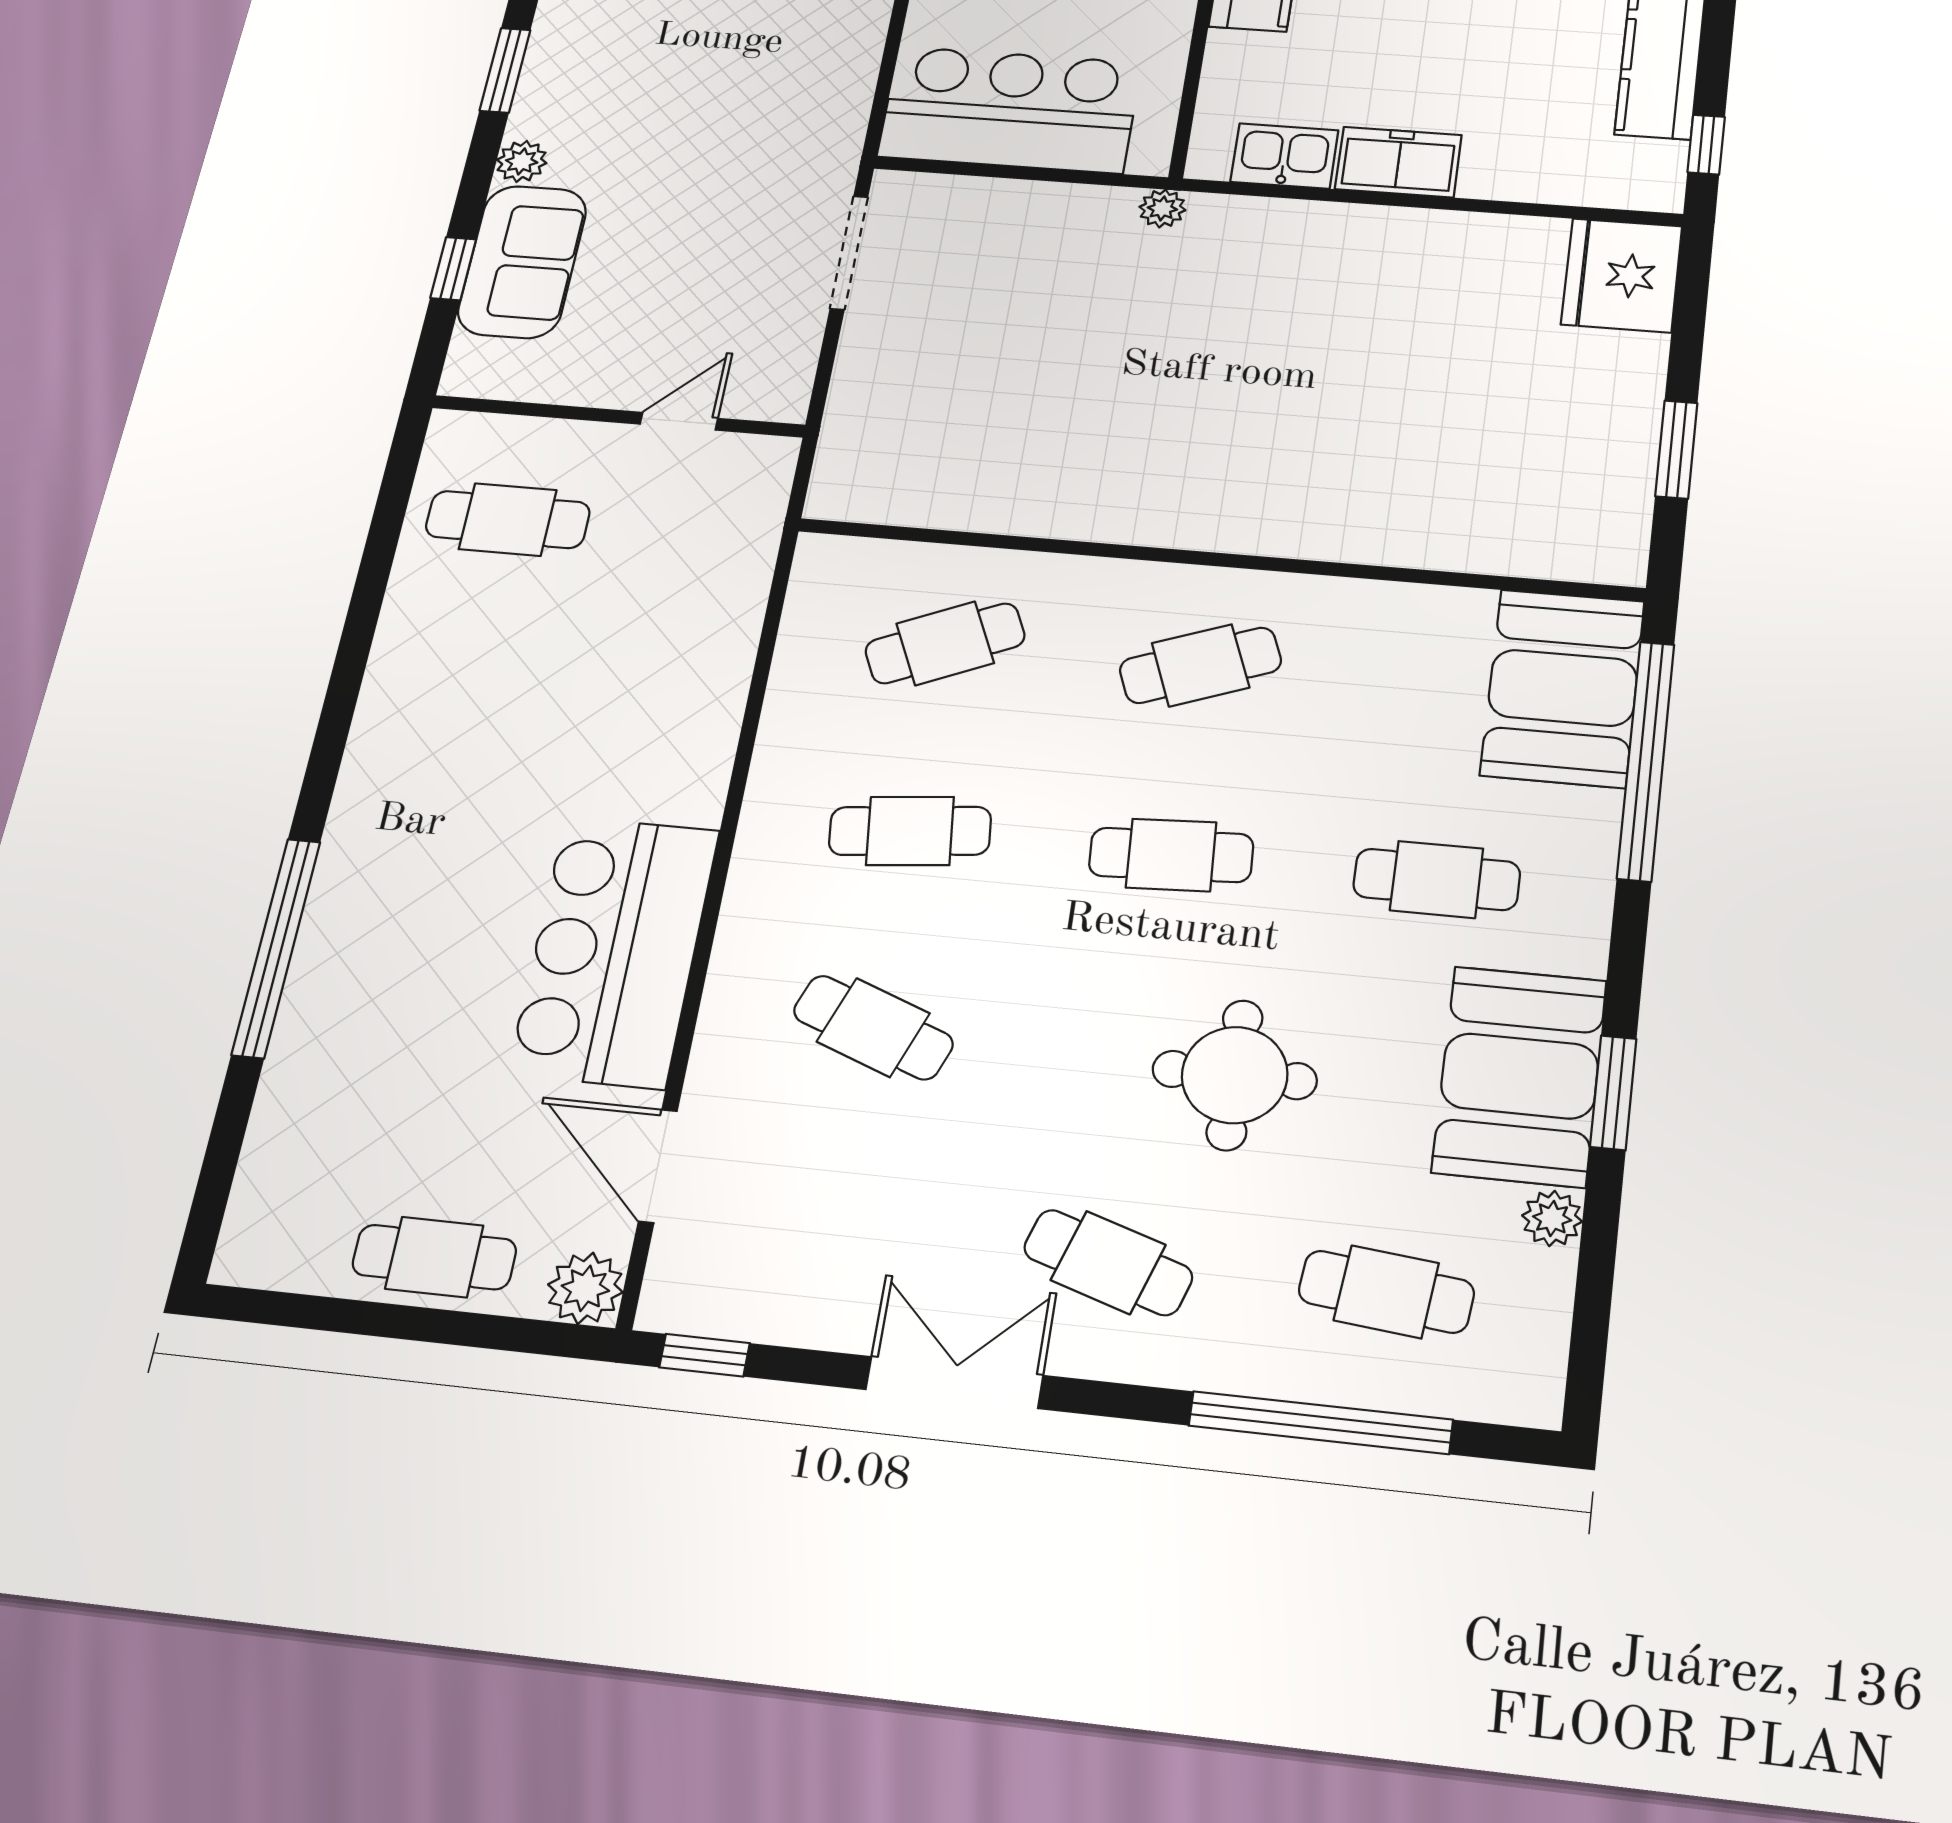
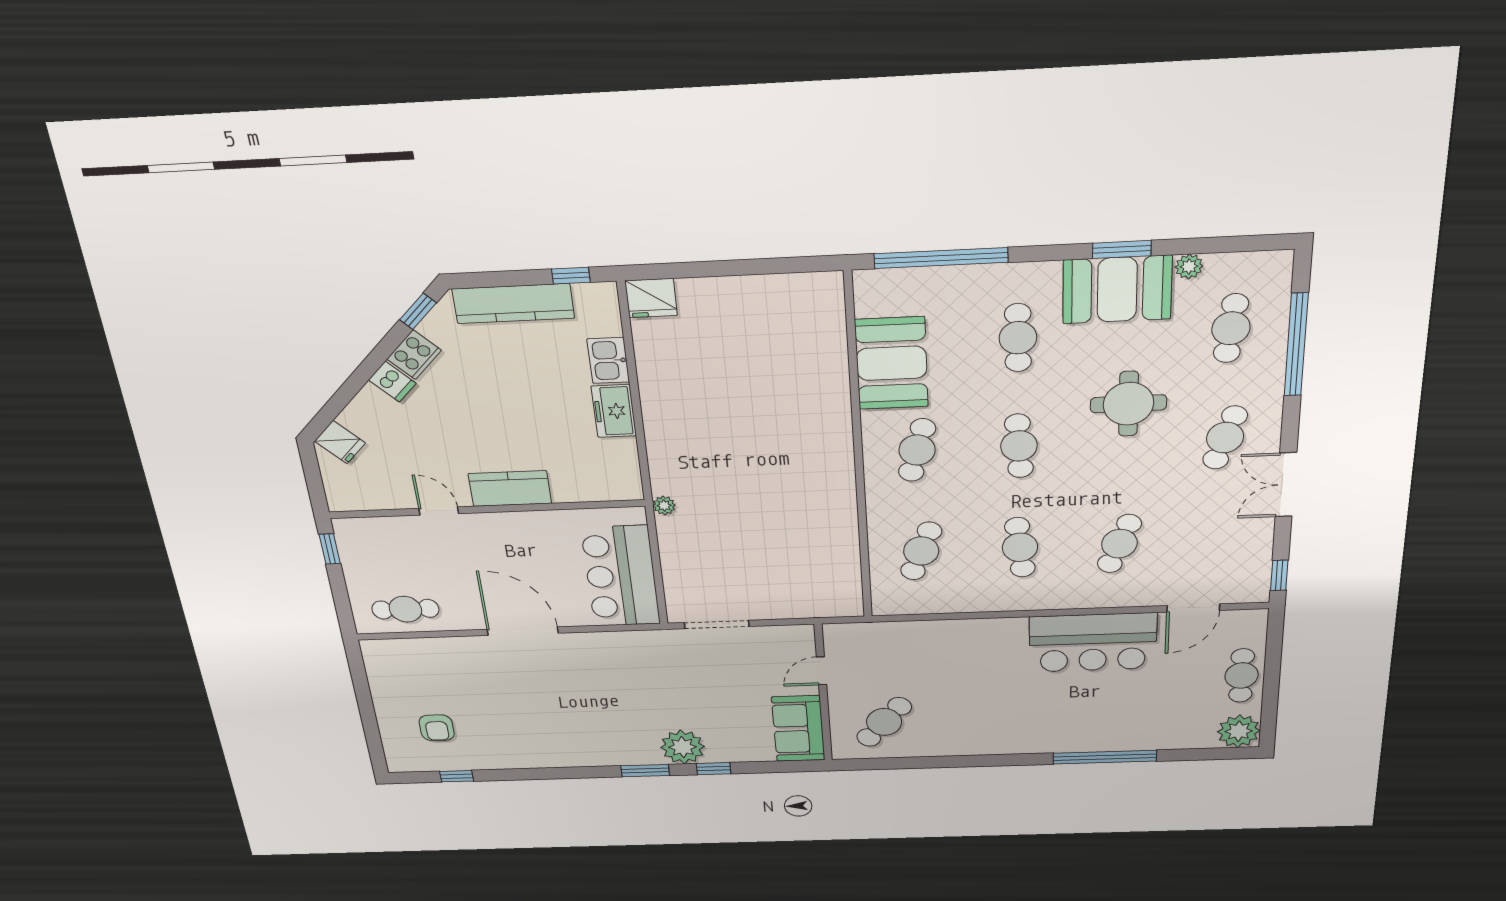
kitchen sink: (1284, 156) -> (608, 360), moved
plant: (522, 161) -> (683, 747), width x1.88, depth x1.88
sofa: (522, 262) -> (798, 729), moved, turned -90
window: (453, 269) -> (714, 769), moved
fridge: (1622, 275) -> (651, 298), width x0.73, depth x0.75
door: (679, 421) -> (821, 671), hinge flipped
window: (1676, 449) -> (760, 267), removed
cafe table: (508, 520) -> (884, 722), turned 40
cafe table: (945, 643) -> (921, 551), turned 45
cafe table: (1200, 665) -> (917, 450), turned 36
booth: (1563, 688) -> (892, 363), moved, turned 90
plant: (585, 1288) -> (1239, 731), moved, width x1.36, depth x1.36

